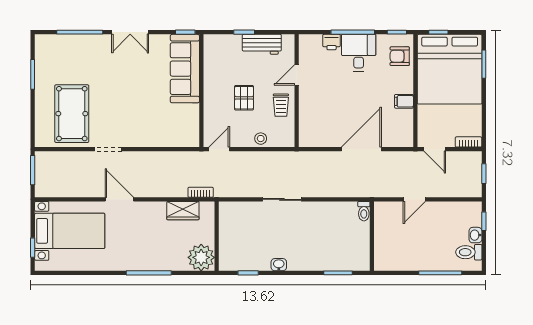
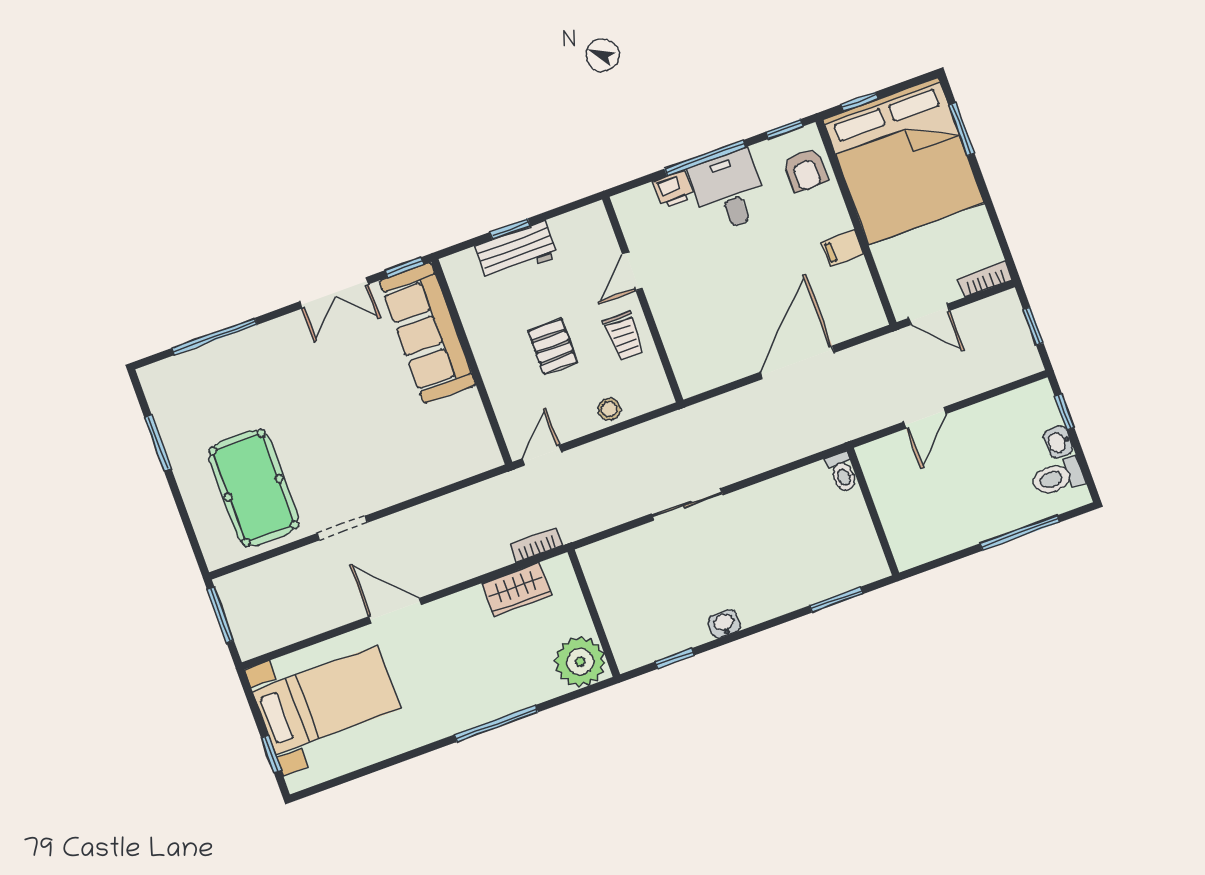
double door: (130, 32) -> (334, 293), moved
workbench: (262, 44) -> (517, 251), moved
armchair: (400, 56) -> (805, 170), turned -90

